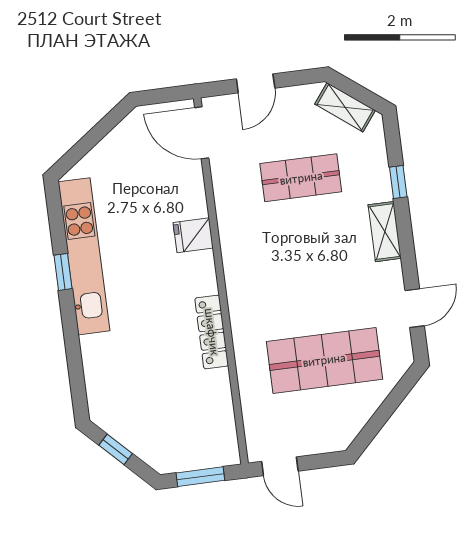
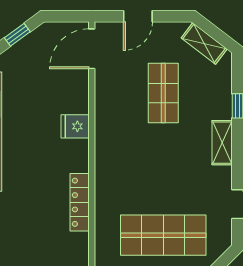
window: (104, 127) -> (17, 35), added
door: (202, 133) -> (92, 49), hinge flipped
shop shelf: (301, 178) -> (163, 93), turned 90

